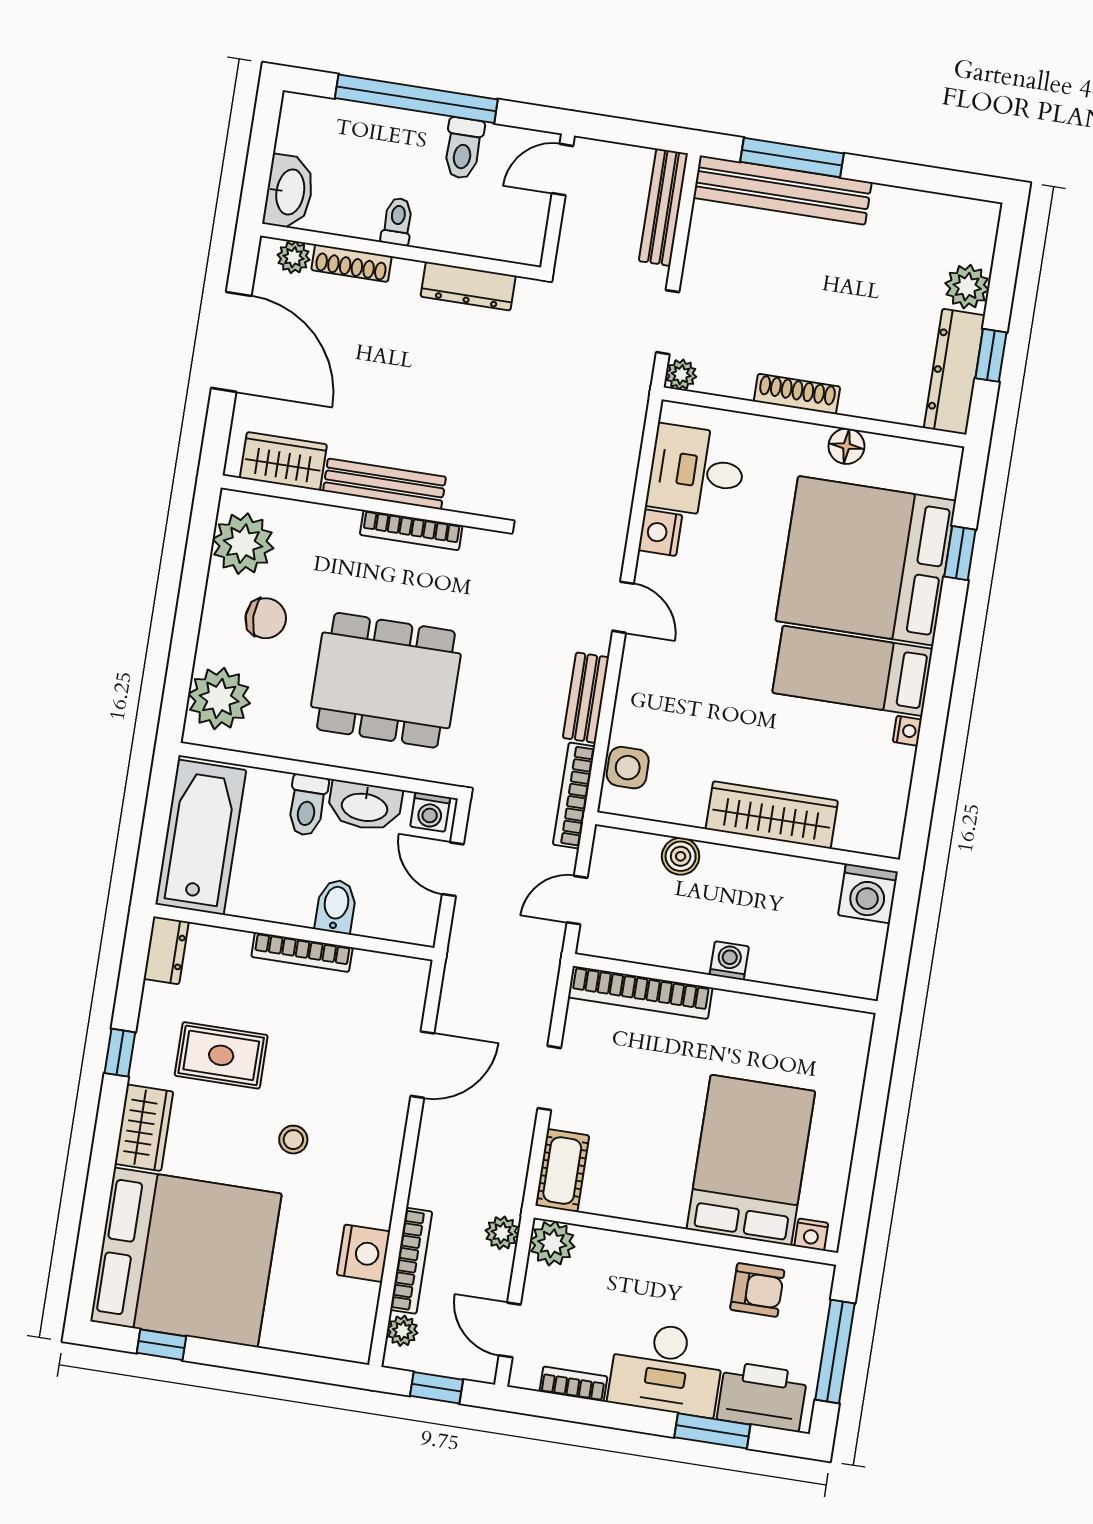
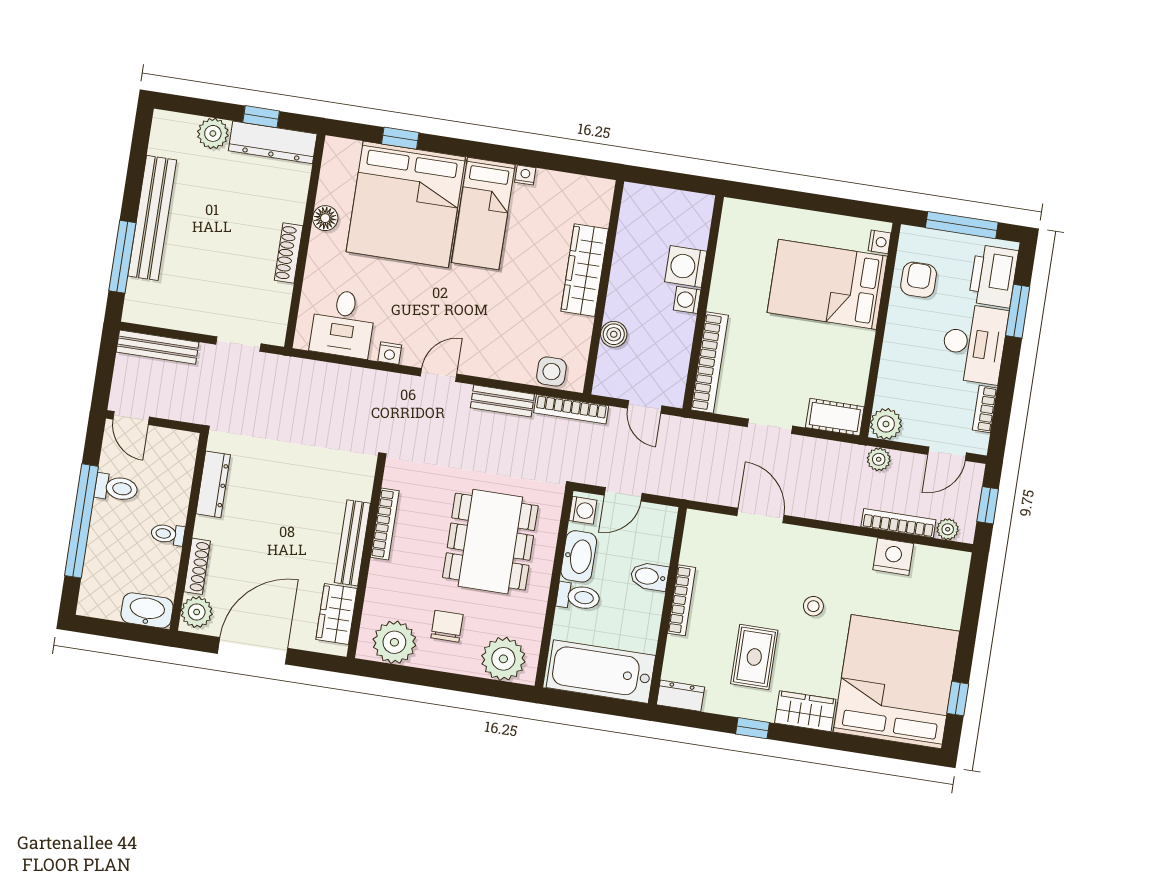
bench: (782, 190) -> (152, 218), moved
plant: (294, 257) -> (197, 612), width x1.38, depth x1.38
plant: (681, 375) -> (275, 334), removed
nightstand: (660, 533) -> (390, 353), width x0.72, depth x0.74
washing machine: (868, 893) -> (686, 267), moved, turned 180

